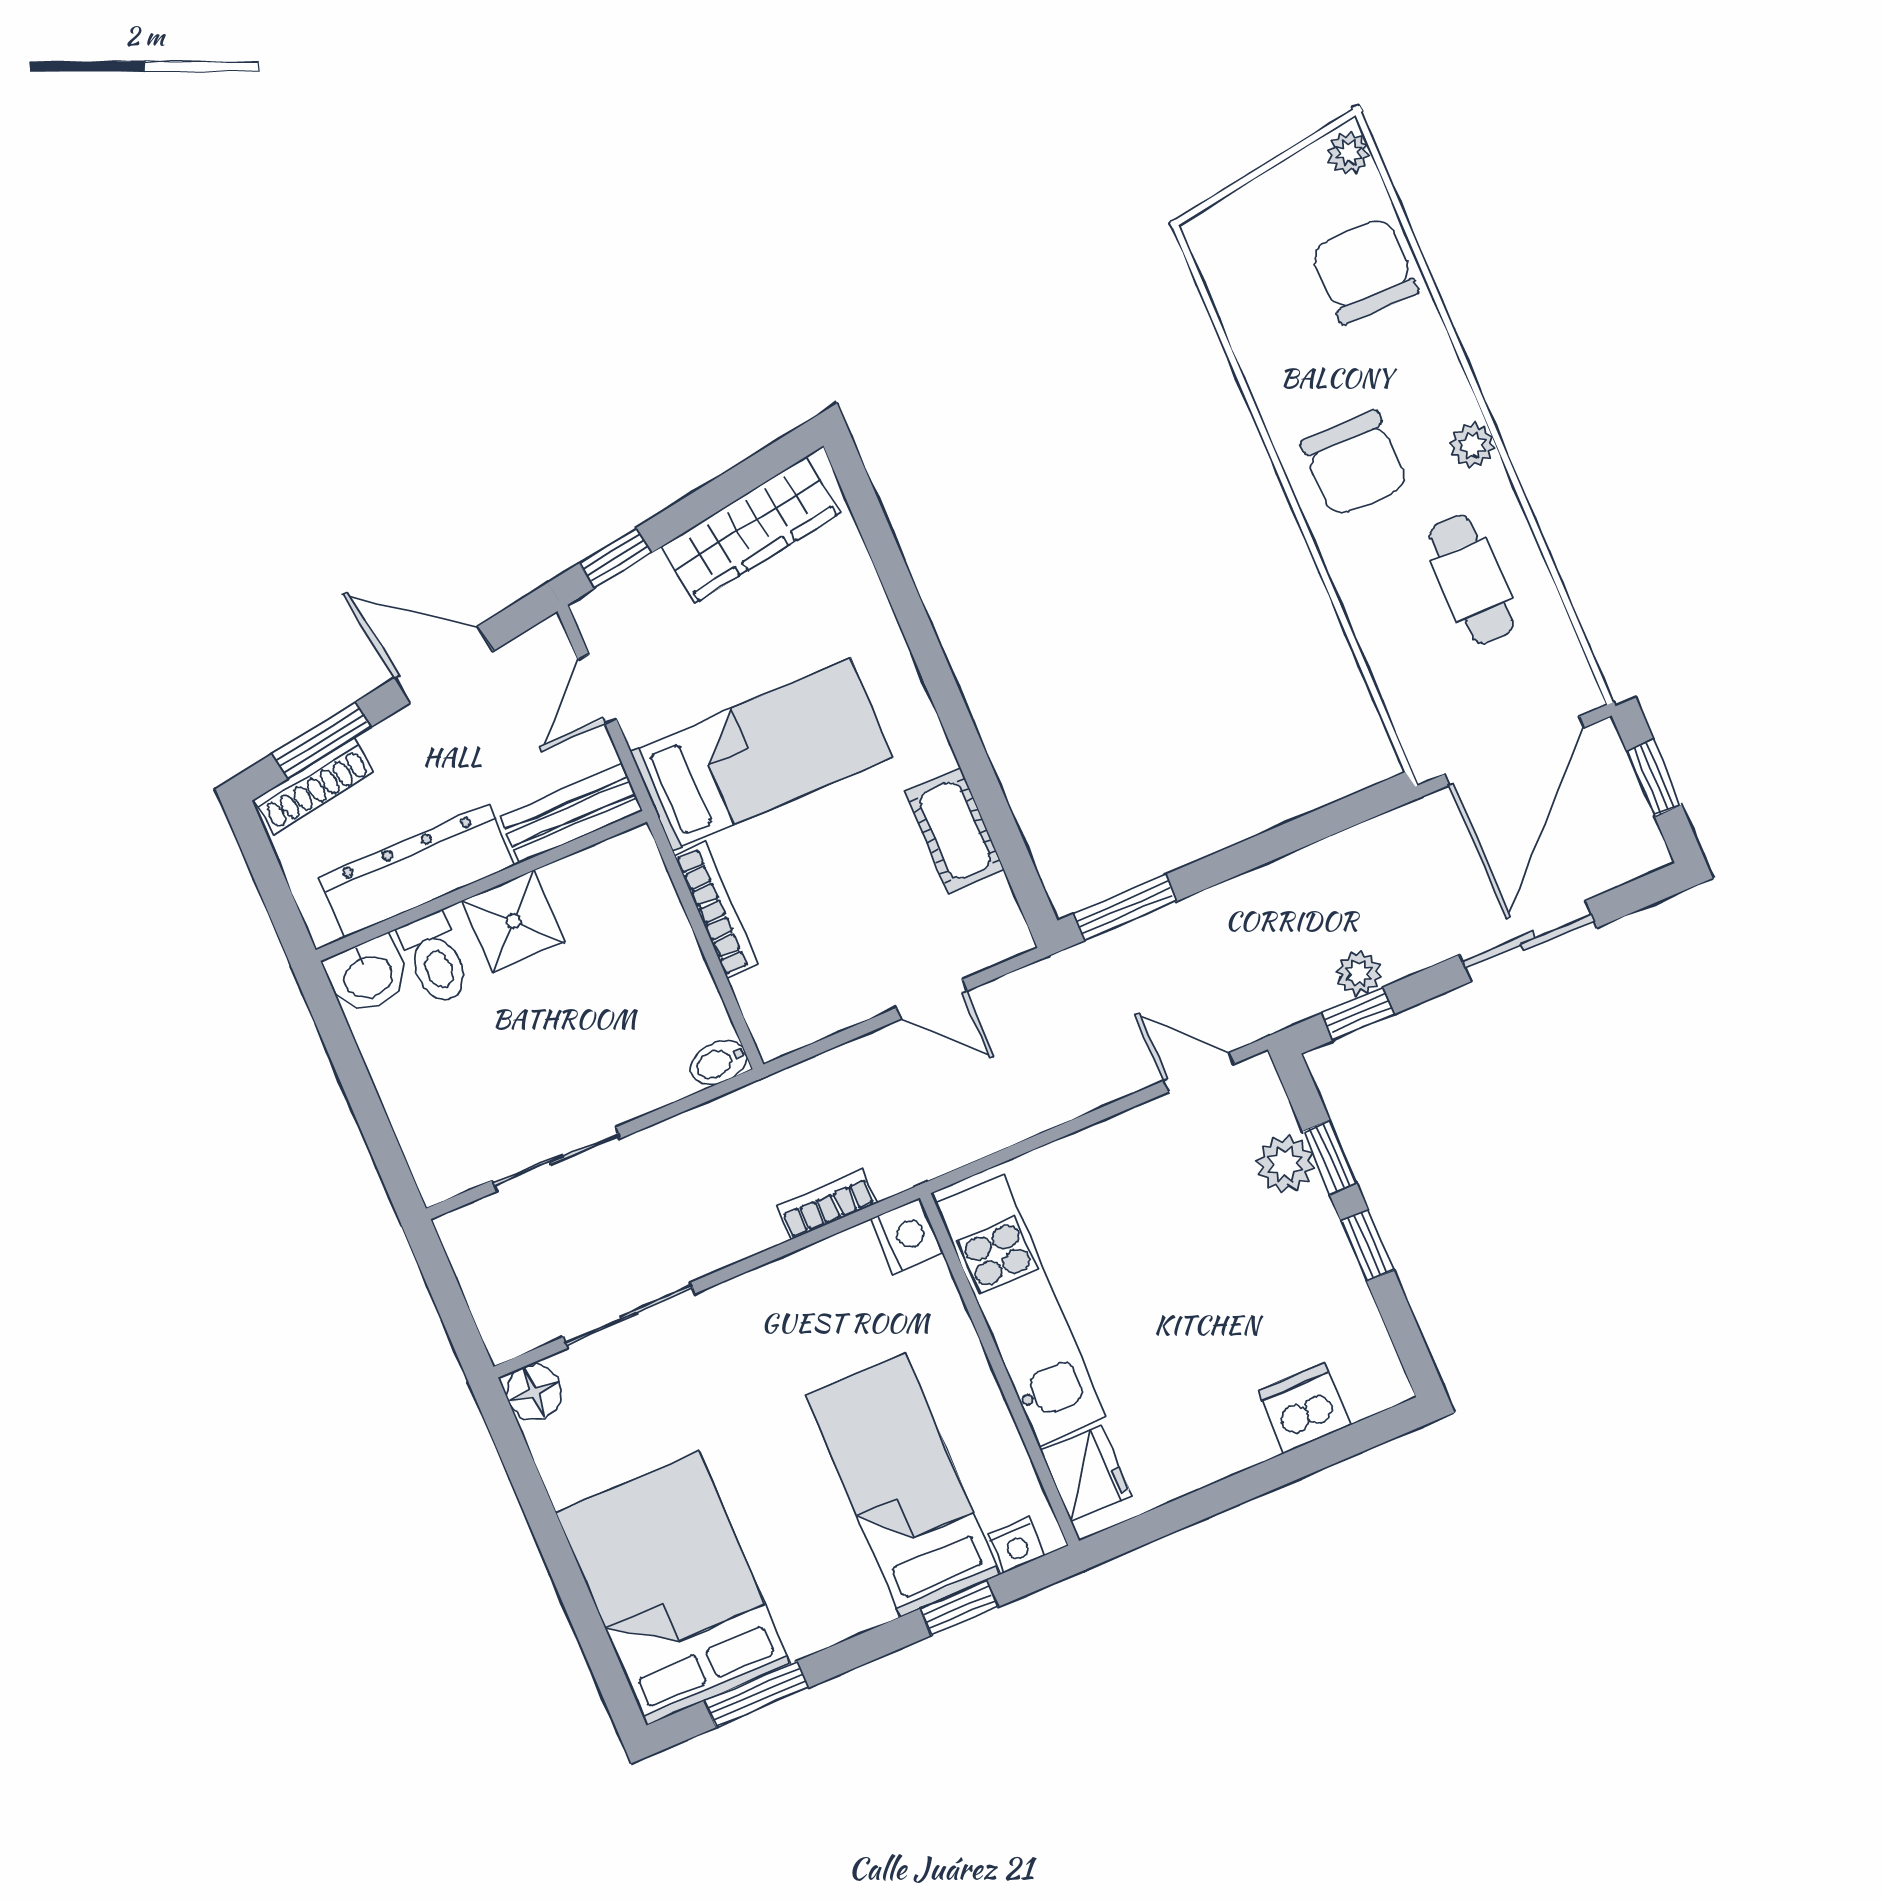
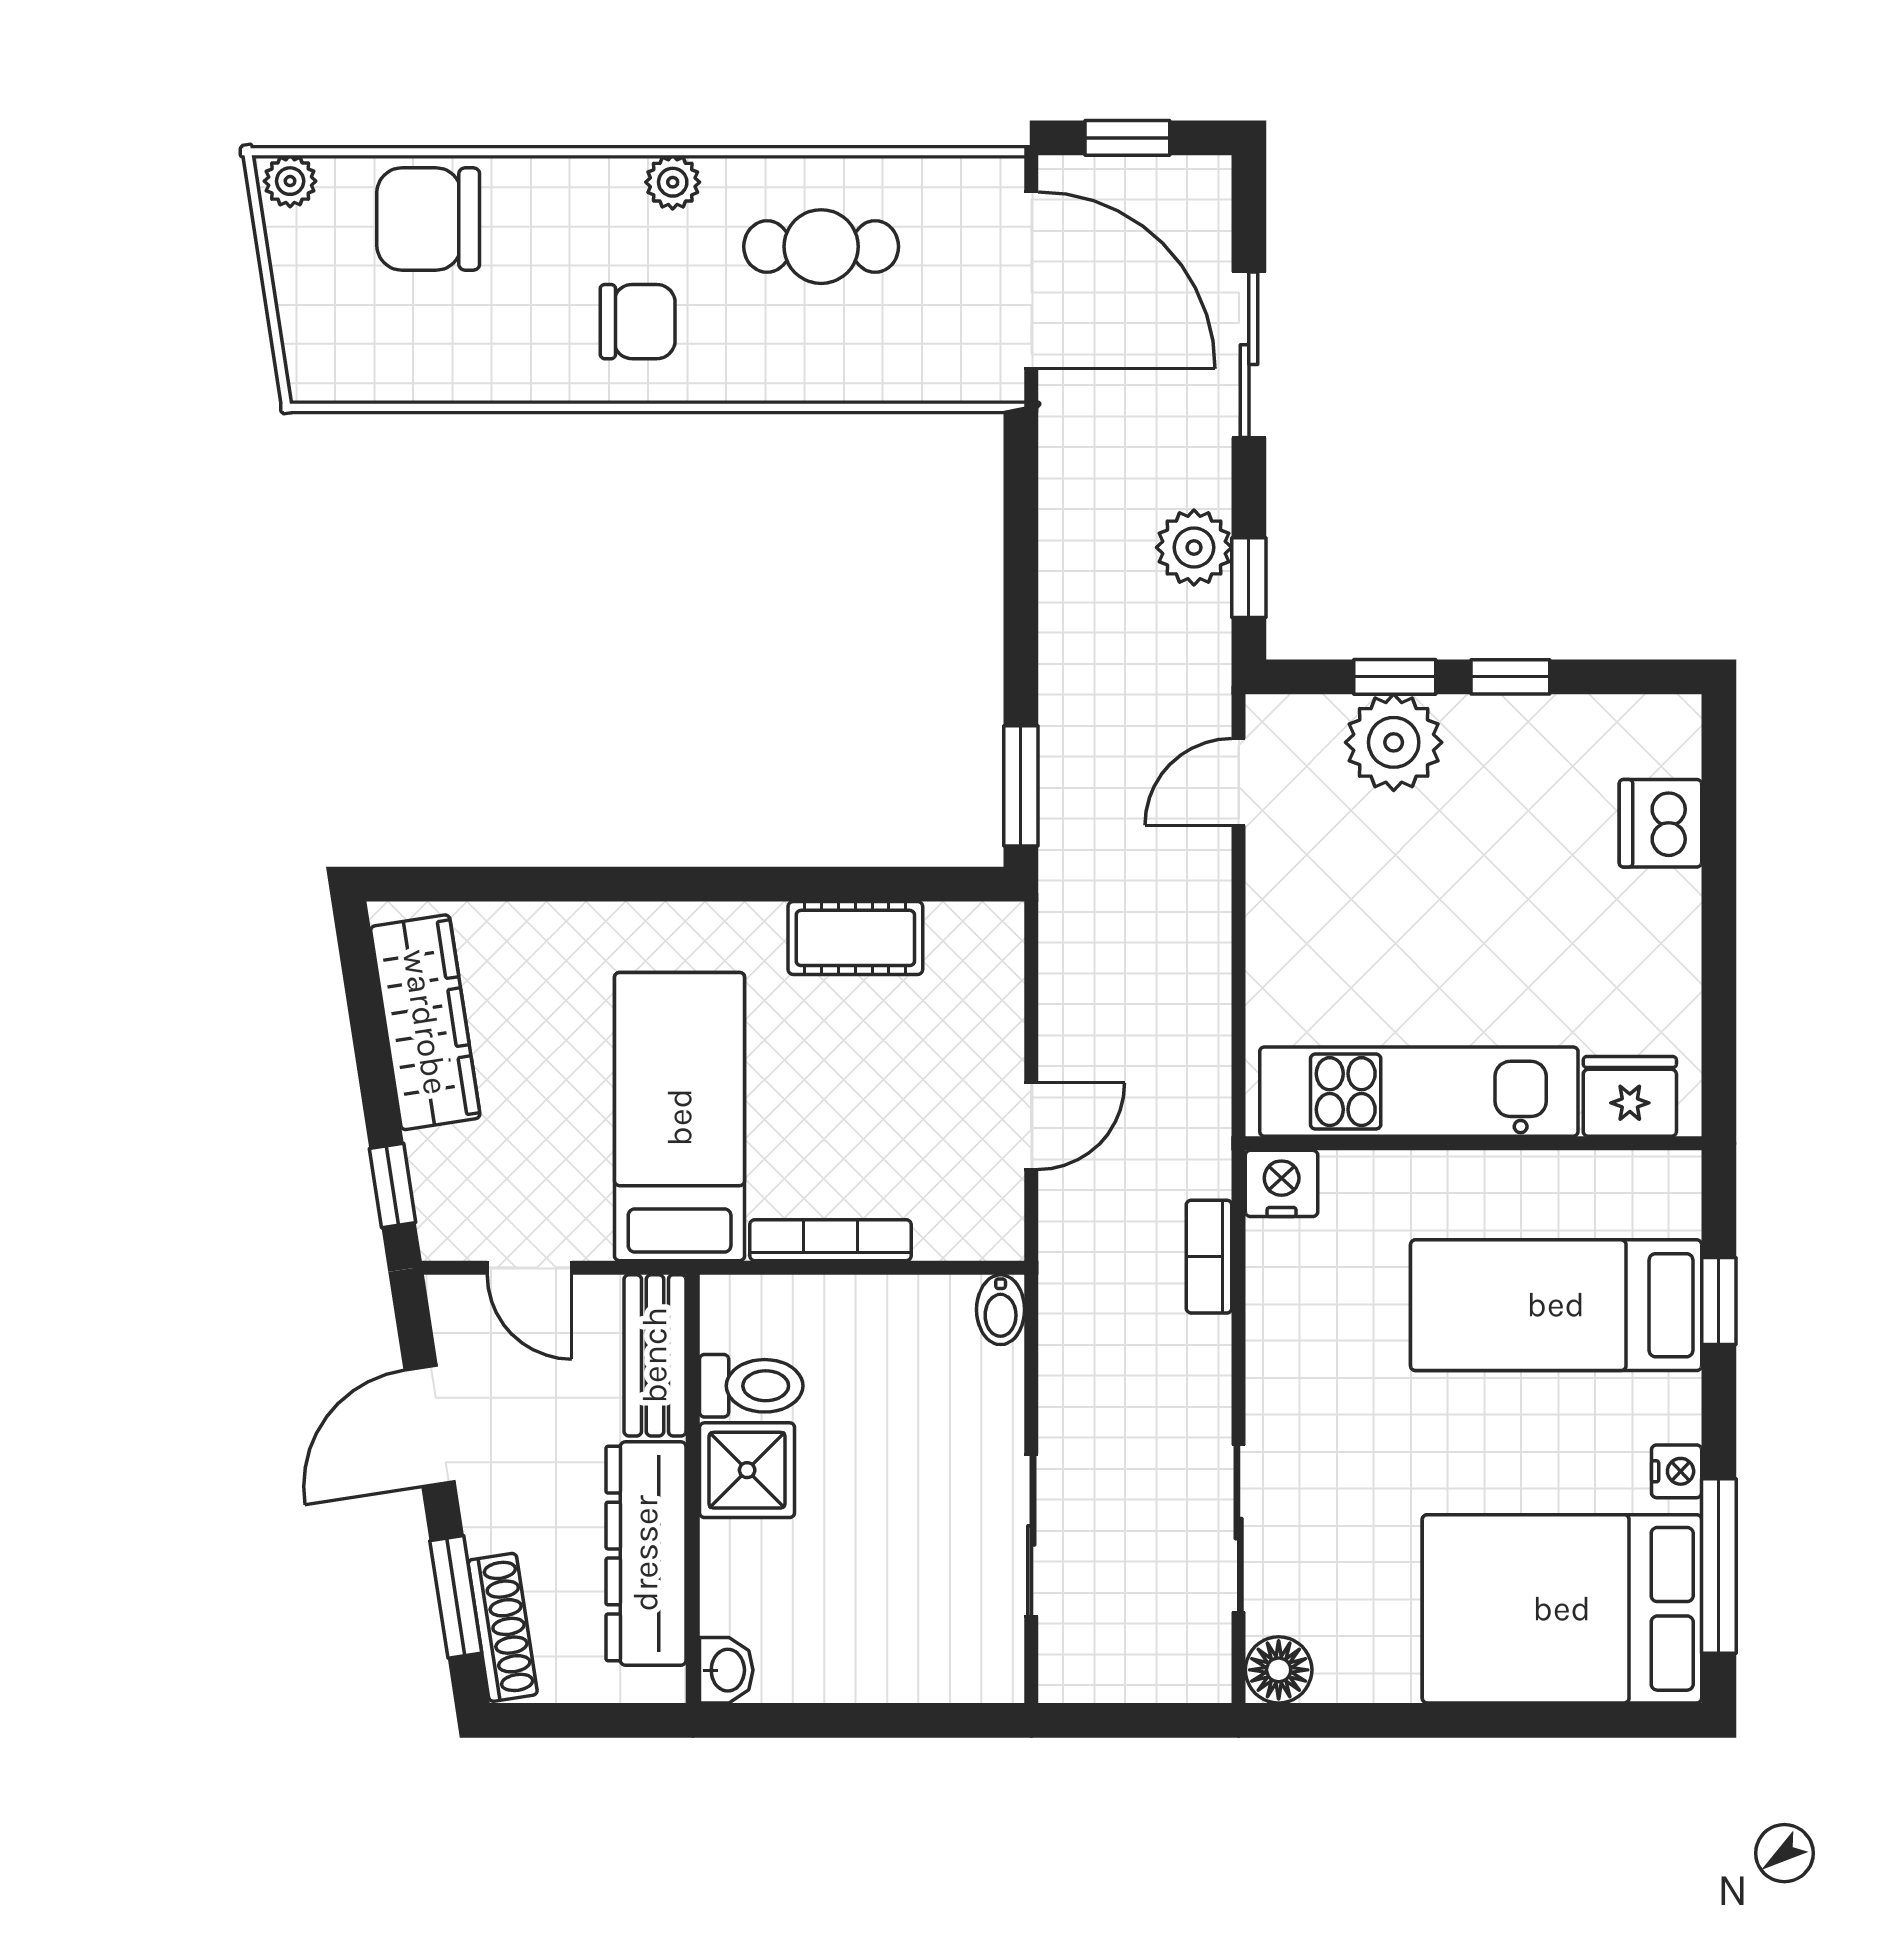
chair: (1354, 464) -> (638, 322), width x0.73, depth x0.73
toilet: (435, 959) -> (751, 1386), moved
plant: (1359, 973) -> (1194, 547), width x1.38, depth x1.38
washbasin: (367, 975) -> (726, 1670), width x0.72, depth x0.69
door: (932, 999) -> (1031, 1126), moved
plant: (1285, 1164) -> (1394, 742), width x1.36, depth x1.36
nightstand: (1016, 1545) -> (1677, 1471), moved
window: (757, 1694) -> (1719, 1566), width x1.44

